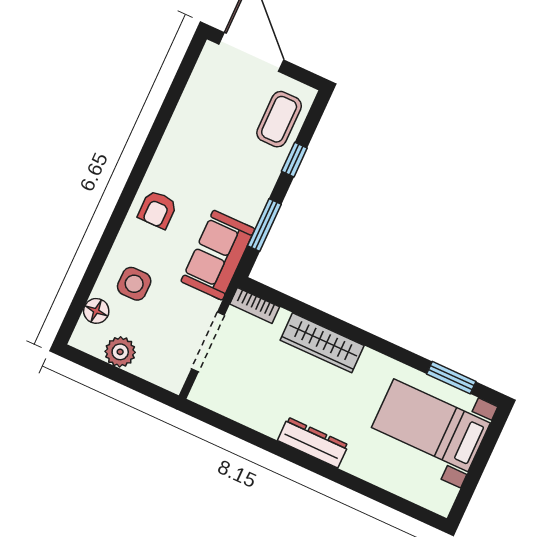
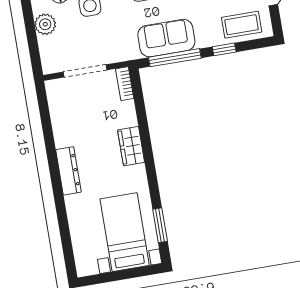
window: (264, 225) -> (175, 58), width x1.44
sofa: (218, 255) -> (166, 38), moved
wardrobe: (322, 343) -> (131, 146), width x0.67

